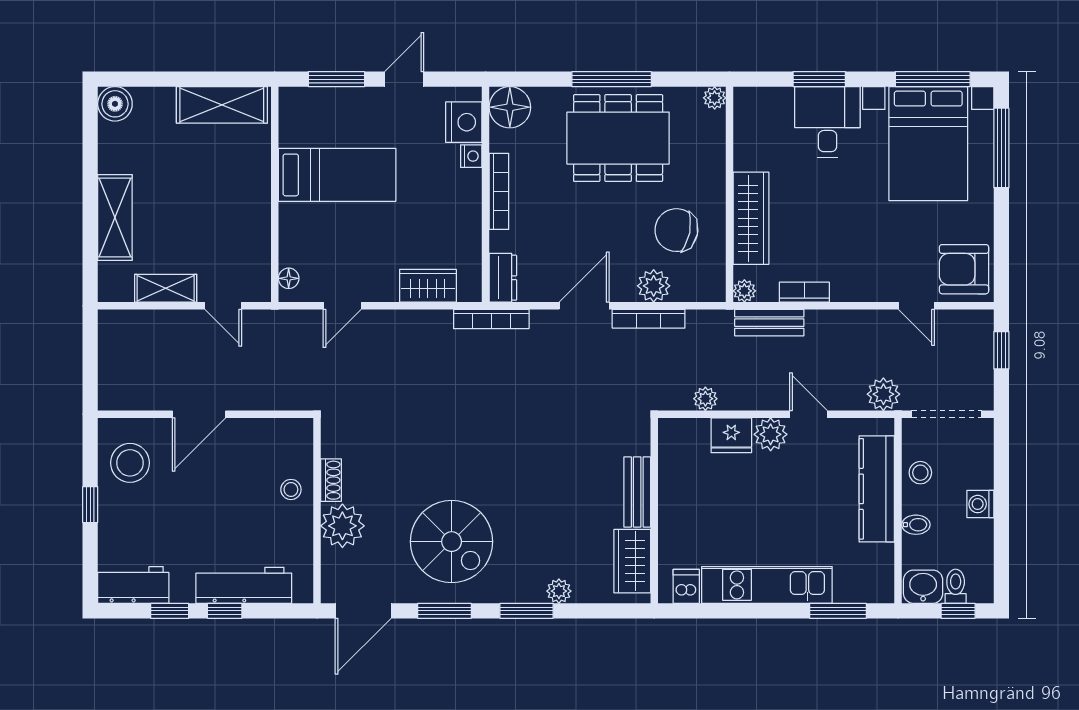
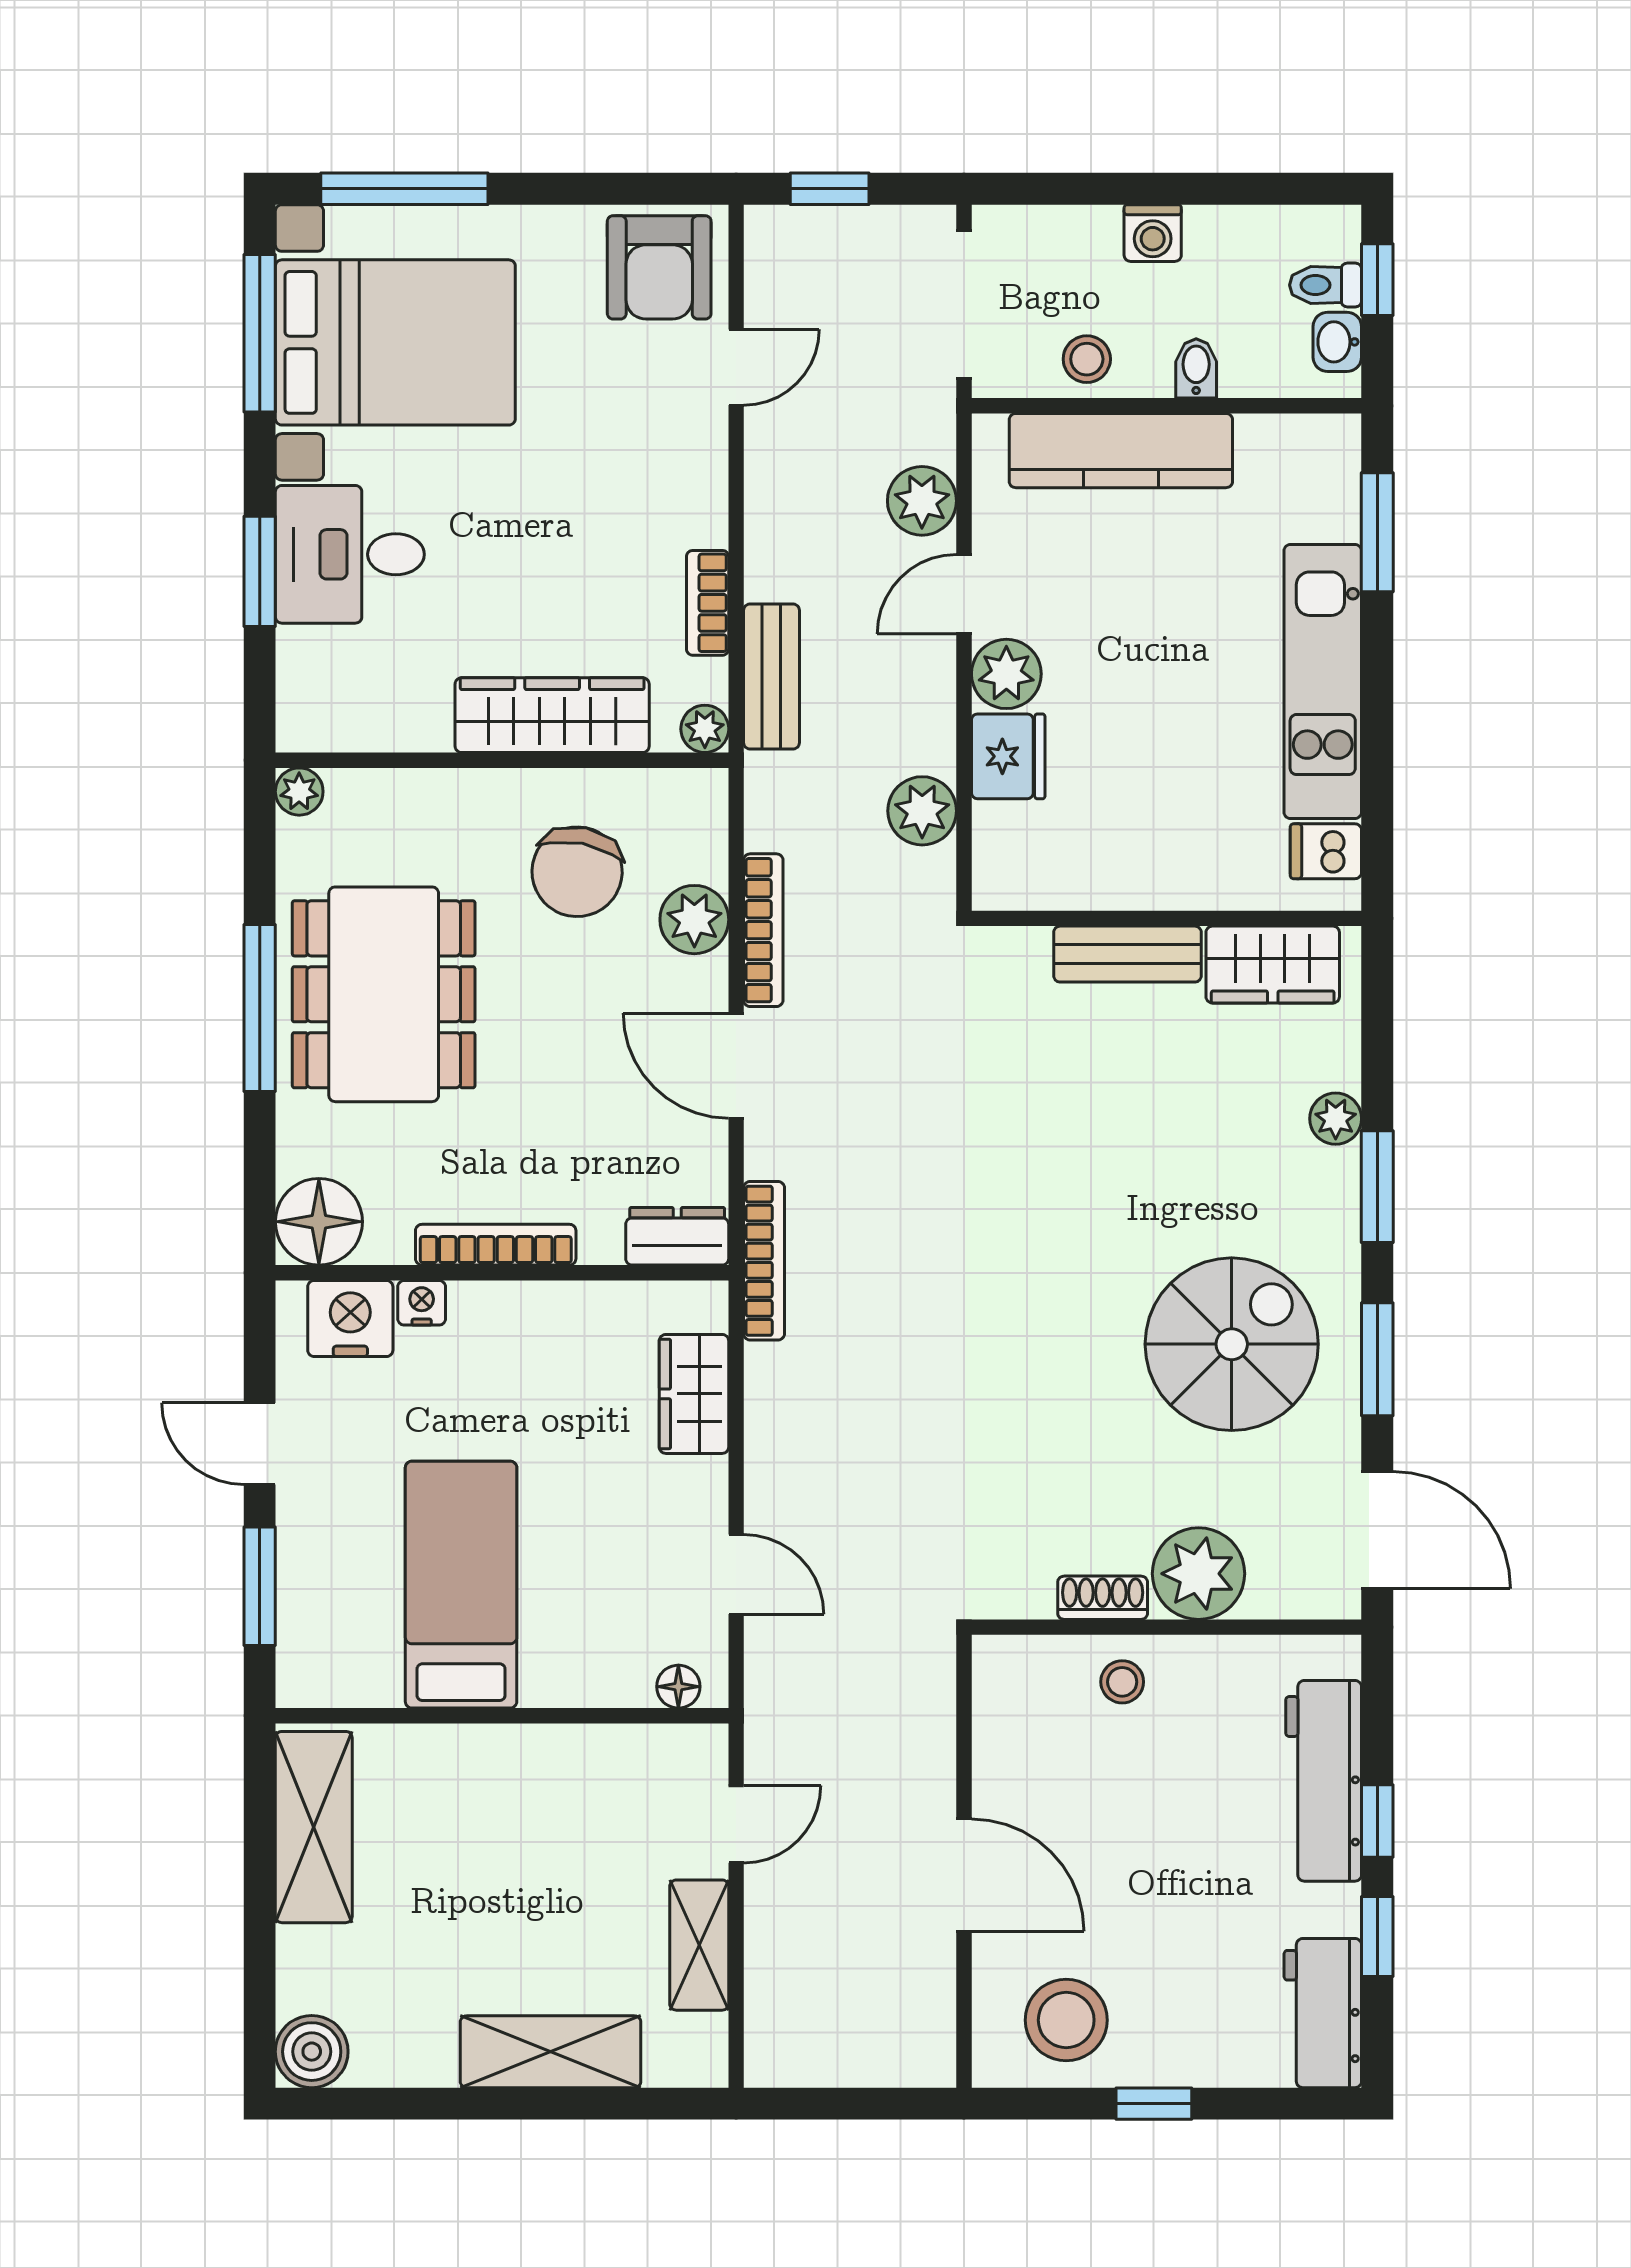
plant: (883, 394) -> (922, 501), moved
plant: (705, 399) -> (922, 811), width x1.38, depth x1.38
washbasin: (923, 587) -> (1337, 342), width x0.72, depth x0.69

